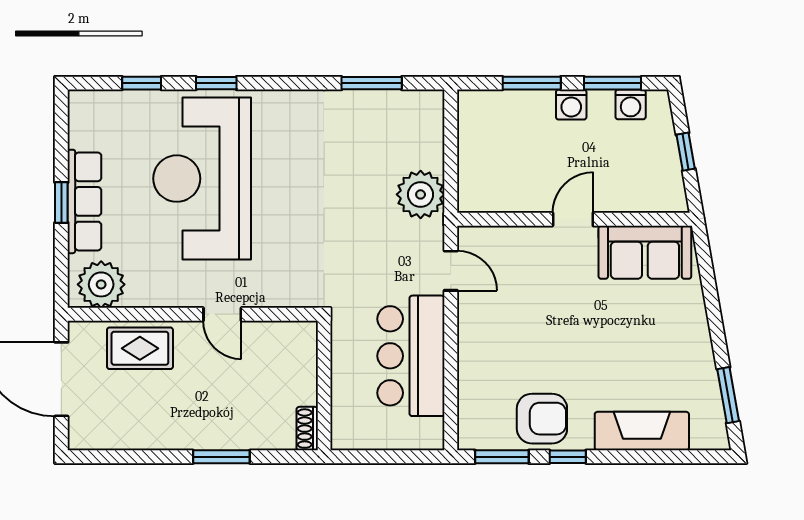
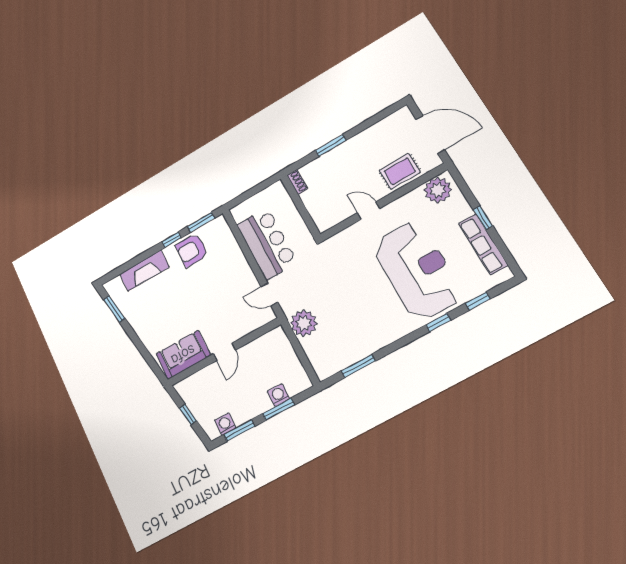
washing machine: (571, 105) -> (278, 395), moved
row of seats: (84, 201) -> (483, 244), moved

